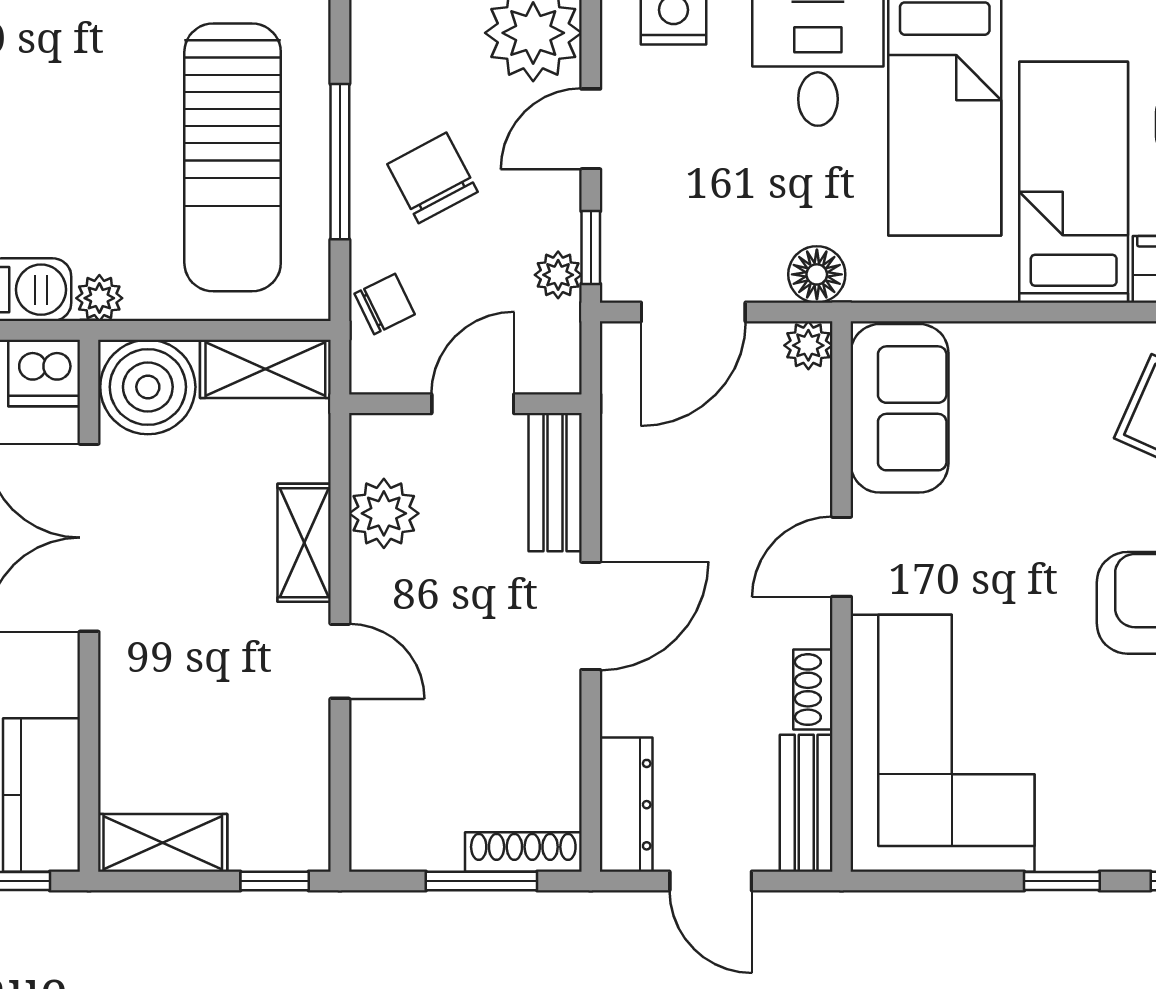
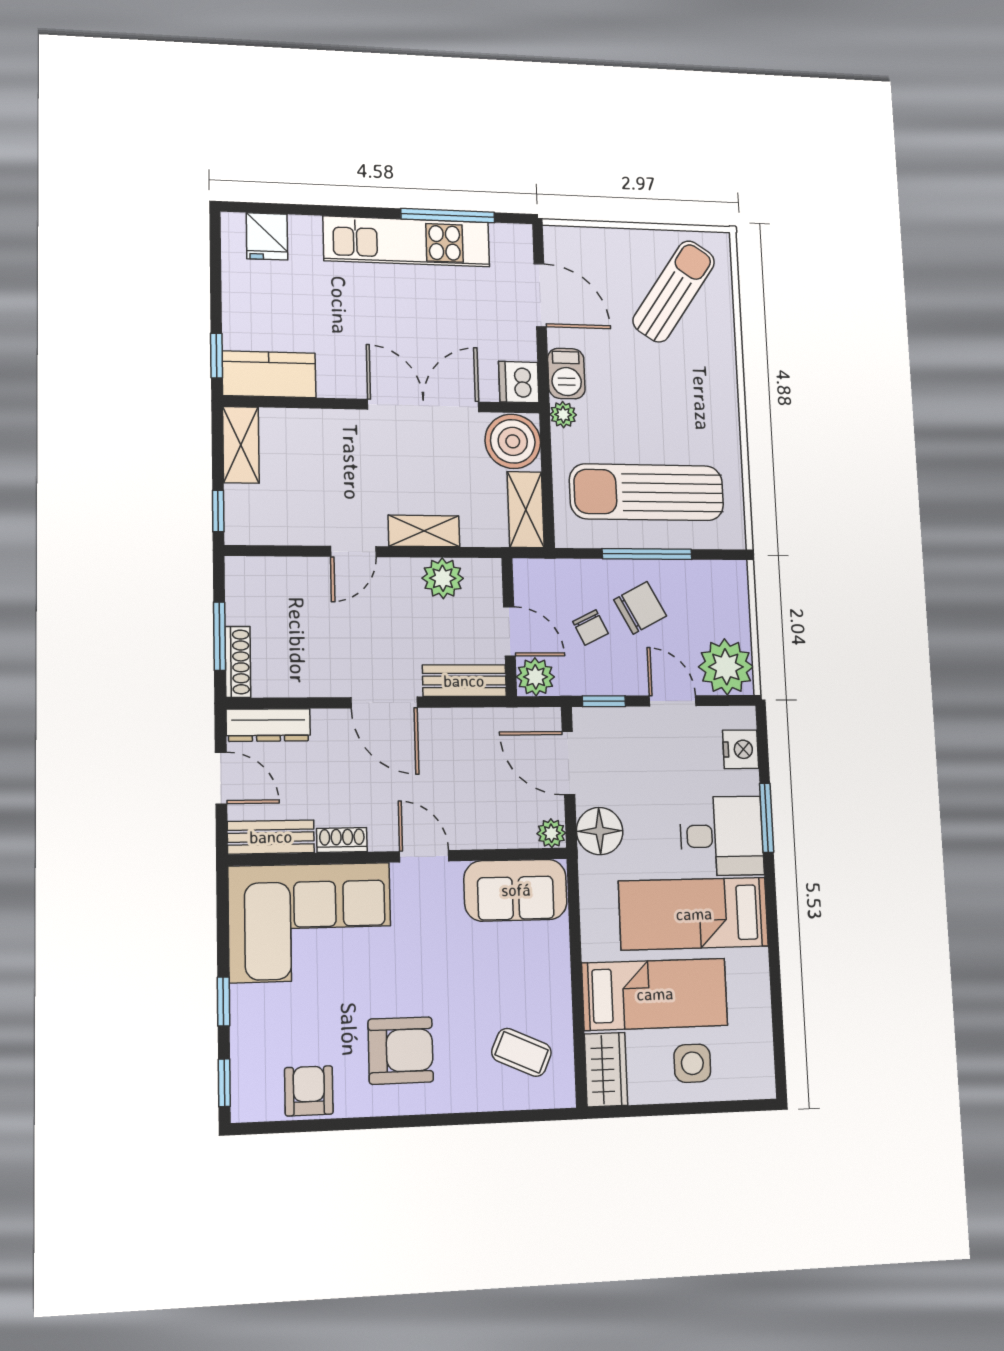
floor lamp: (817, 274) -> (600, 831), width x1.38, depth x1.38
plant: (558, 275) -> (535, 677), moved, width x1.38, depth x1.38
chair: (385, 304) -> (591, 628), moved
door: (711, 881) -> (221, 778), swing flipped

